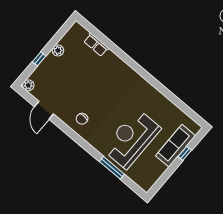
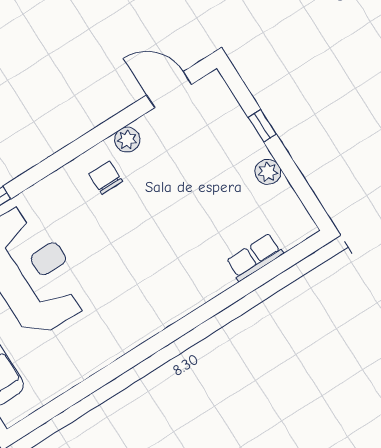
plant: (28, 85) -> (127, 140), moved
door: (44, 110) -> (169, 90), moved

